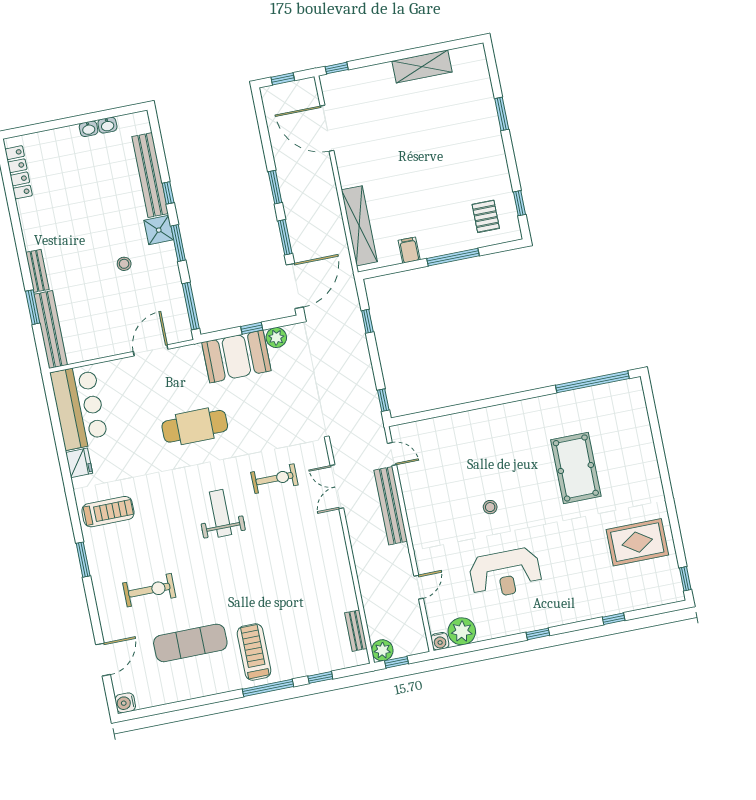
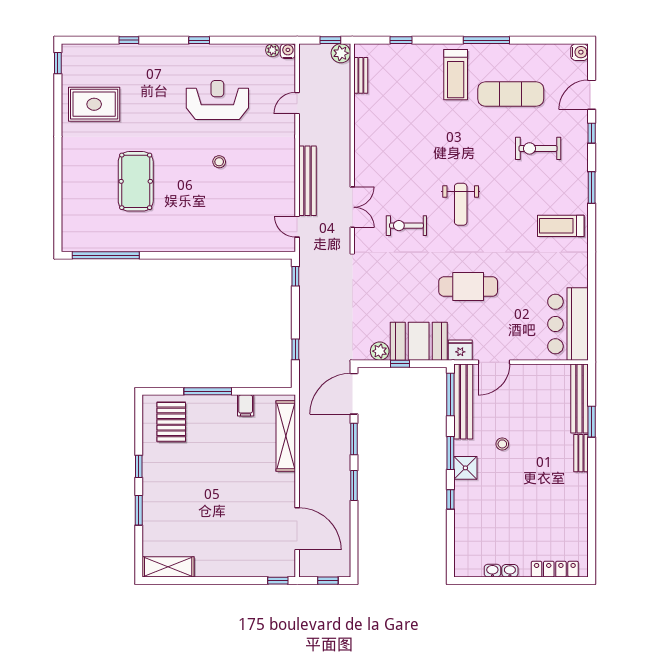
shelving: (422, 66) -> (168, 567), moved
locker: (19, 172) -> (555, 569), moved, turned 90
bench: (150, 175) -> (463, 401), moved
window: (519, 203) -> (139, 466), moved
pallet: (486, 216) -> (171, 422), width x1.50, depth x1.42
fridge: (79, 463) -> (460, 350), moved, turned 90
window: (95, 618) -> (592, 133), added
plant: (462, 631) -> (272, 50), width x0.53, depth x0.53
window: (268, 688) -> (486, 40), moved

